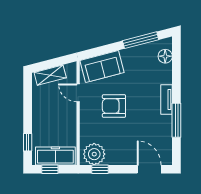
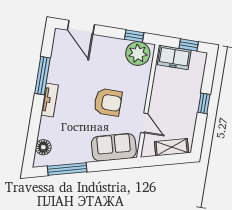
window: (28, 142) -> (204, 103), moved
freezer: (55, 156) -> (174, 57), width x0.71

